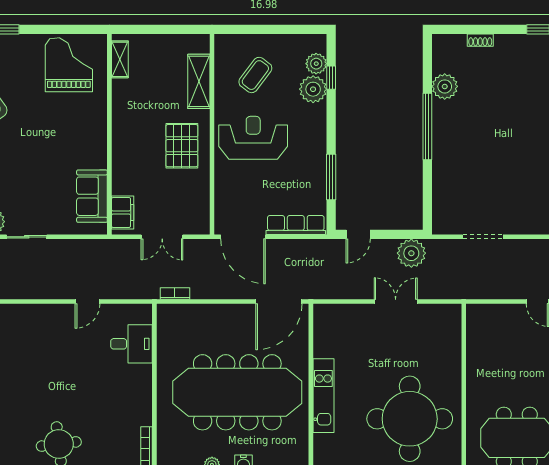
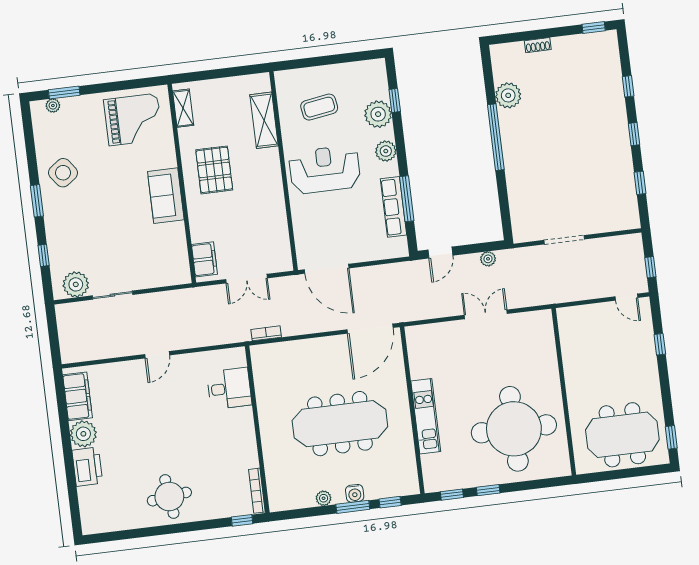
plant: (316, 64) -> (386, 151), moved
grand piano: (69, 65) -> (133, 120), turned 90
coffee table: (255, 75) -> (319, 107), turned 44
pallet: (182, 146) -> (214, 170), moved
sofa: (92, 196) -> (166, 196), moved
row of seats: (296, 225) -> (394, 207), moved, turned -90
plant: (411, 253) -> (488, 259), width x0.53, depth x0.53
door: (87, 302) -> (157, 355), moved
meeting table: (237, 392) -> (340, 424), width x0.73, depth x0.79

